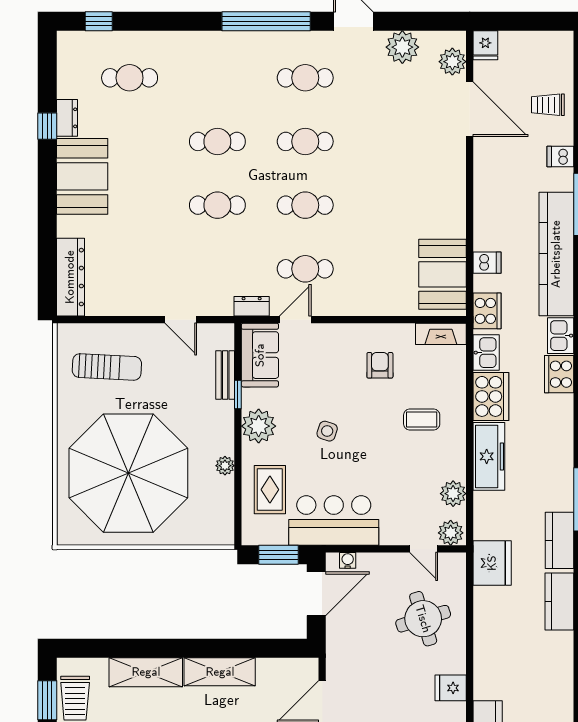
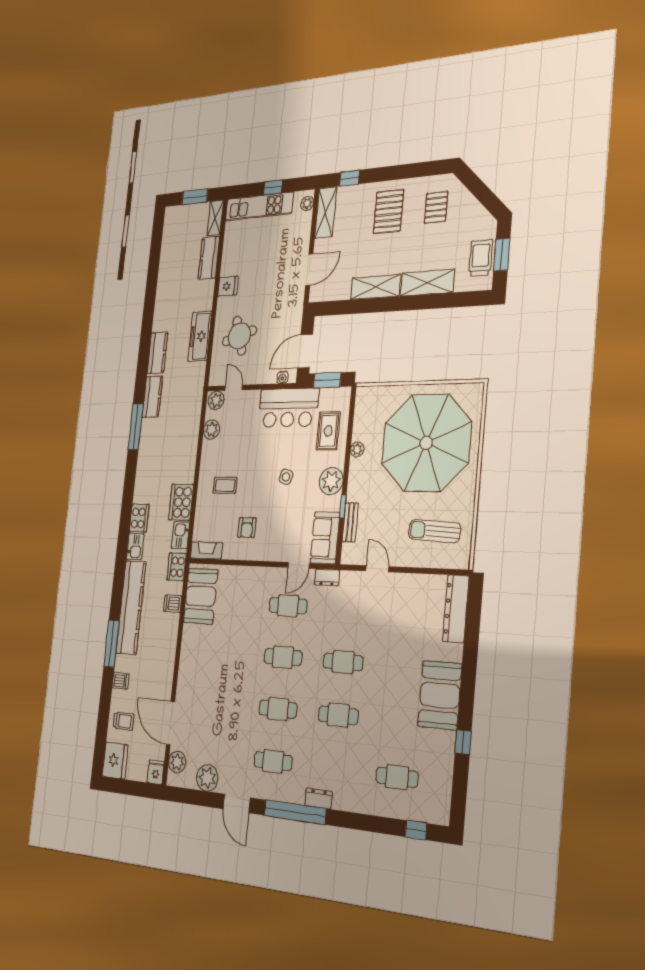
dresser: (67, 118) -> (318, 799), moved, turned 90
freezer: (489, 456) -> (200, 336), moved
fridge: (492, 563) -> (115, 760), moved, turned 180

